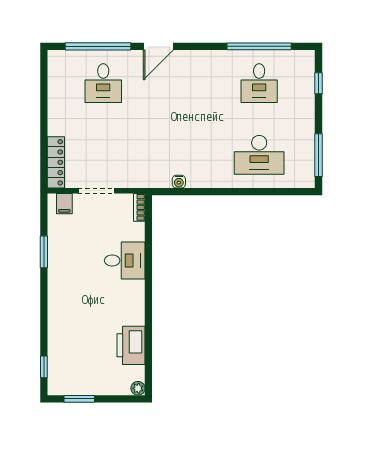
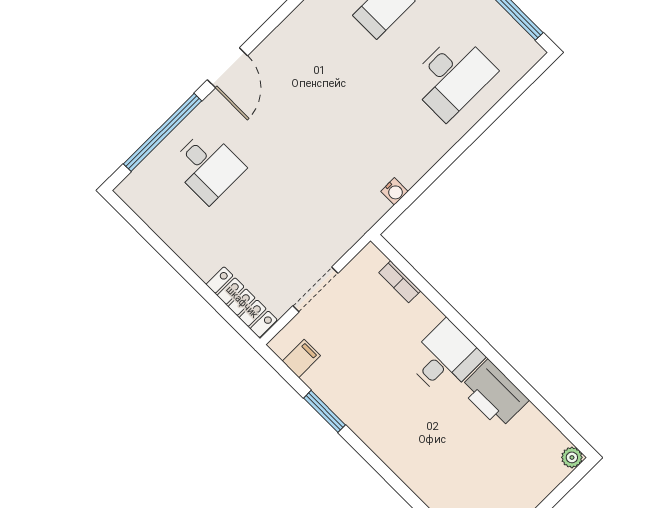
filing cabinet: (64, 204) -> (301, 358), moved, turned -90
bookcase: (139, 207) -> (400, 282), moved
desk: (125, 260) -> (445, 358), moved
printer: (131, 345) -> (494, 394), moved

